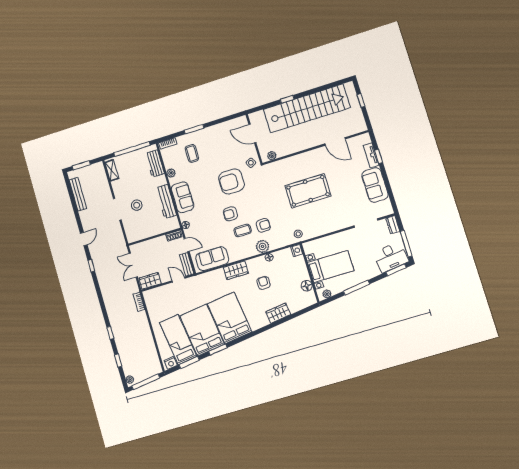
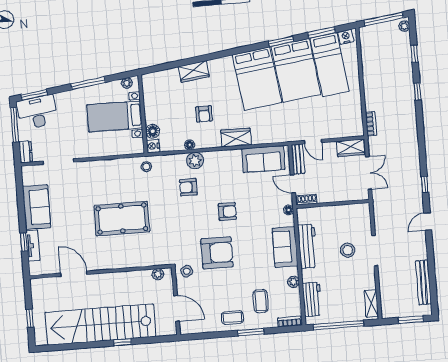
coffee table: (243, 230) -> (232, 318), moved
floor lamp: (307, 286) -> (153, 131), moved

